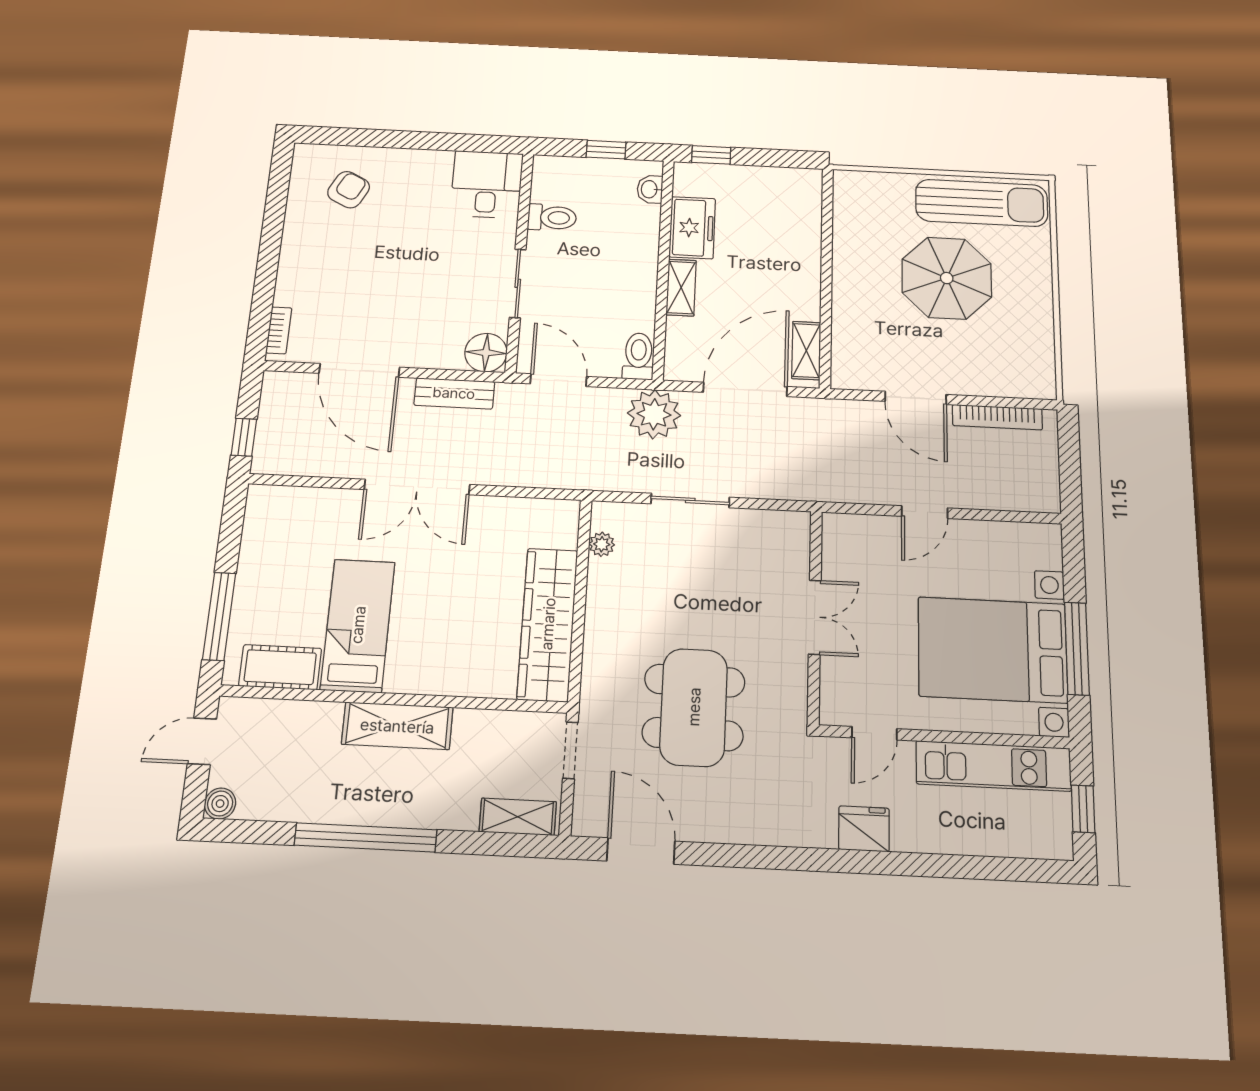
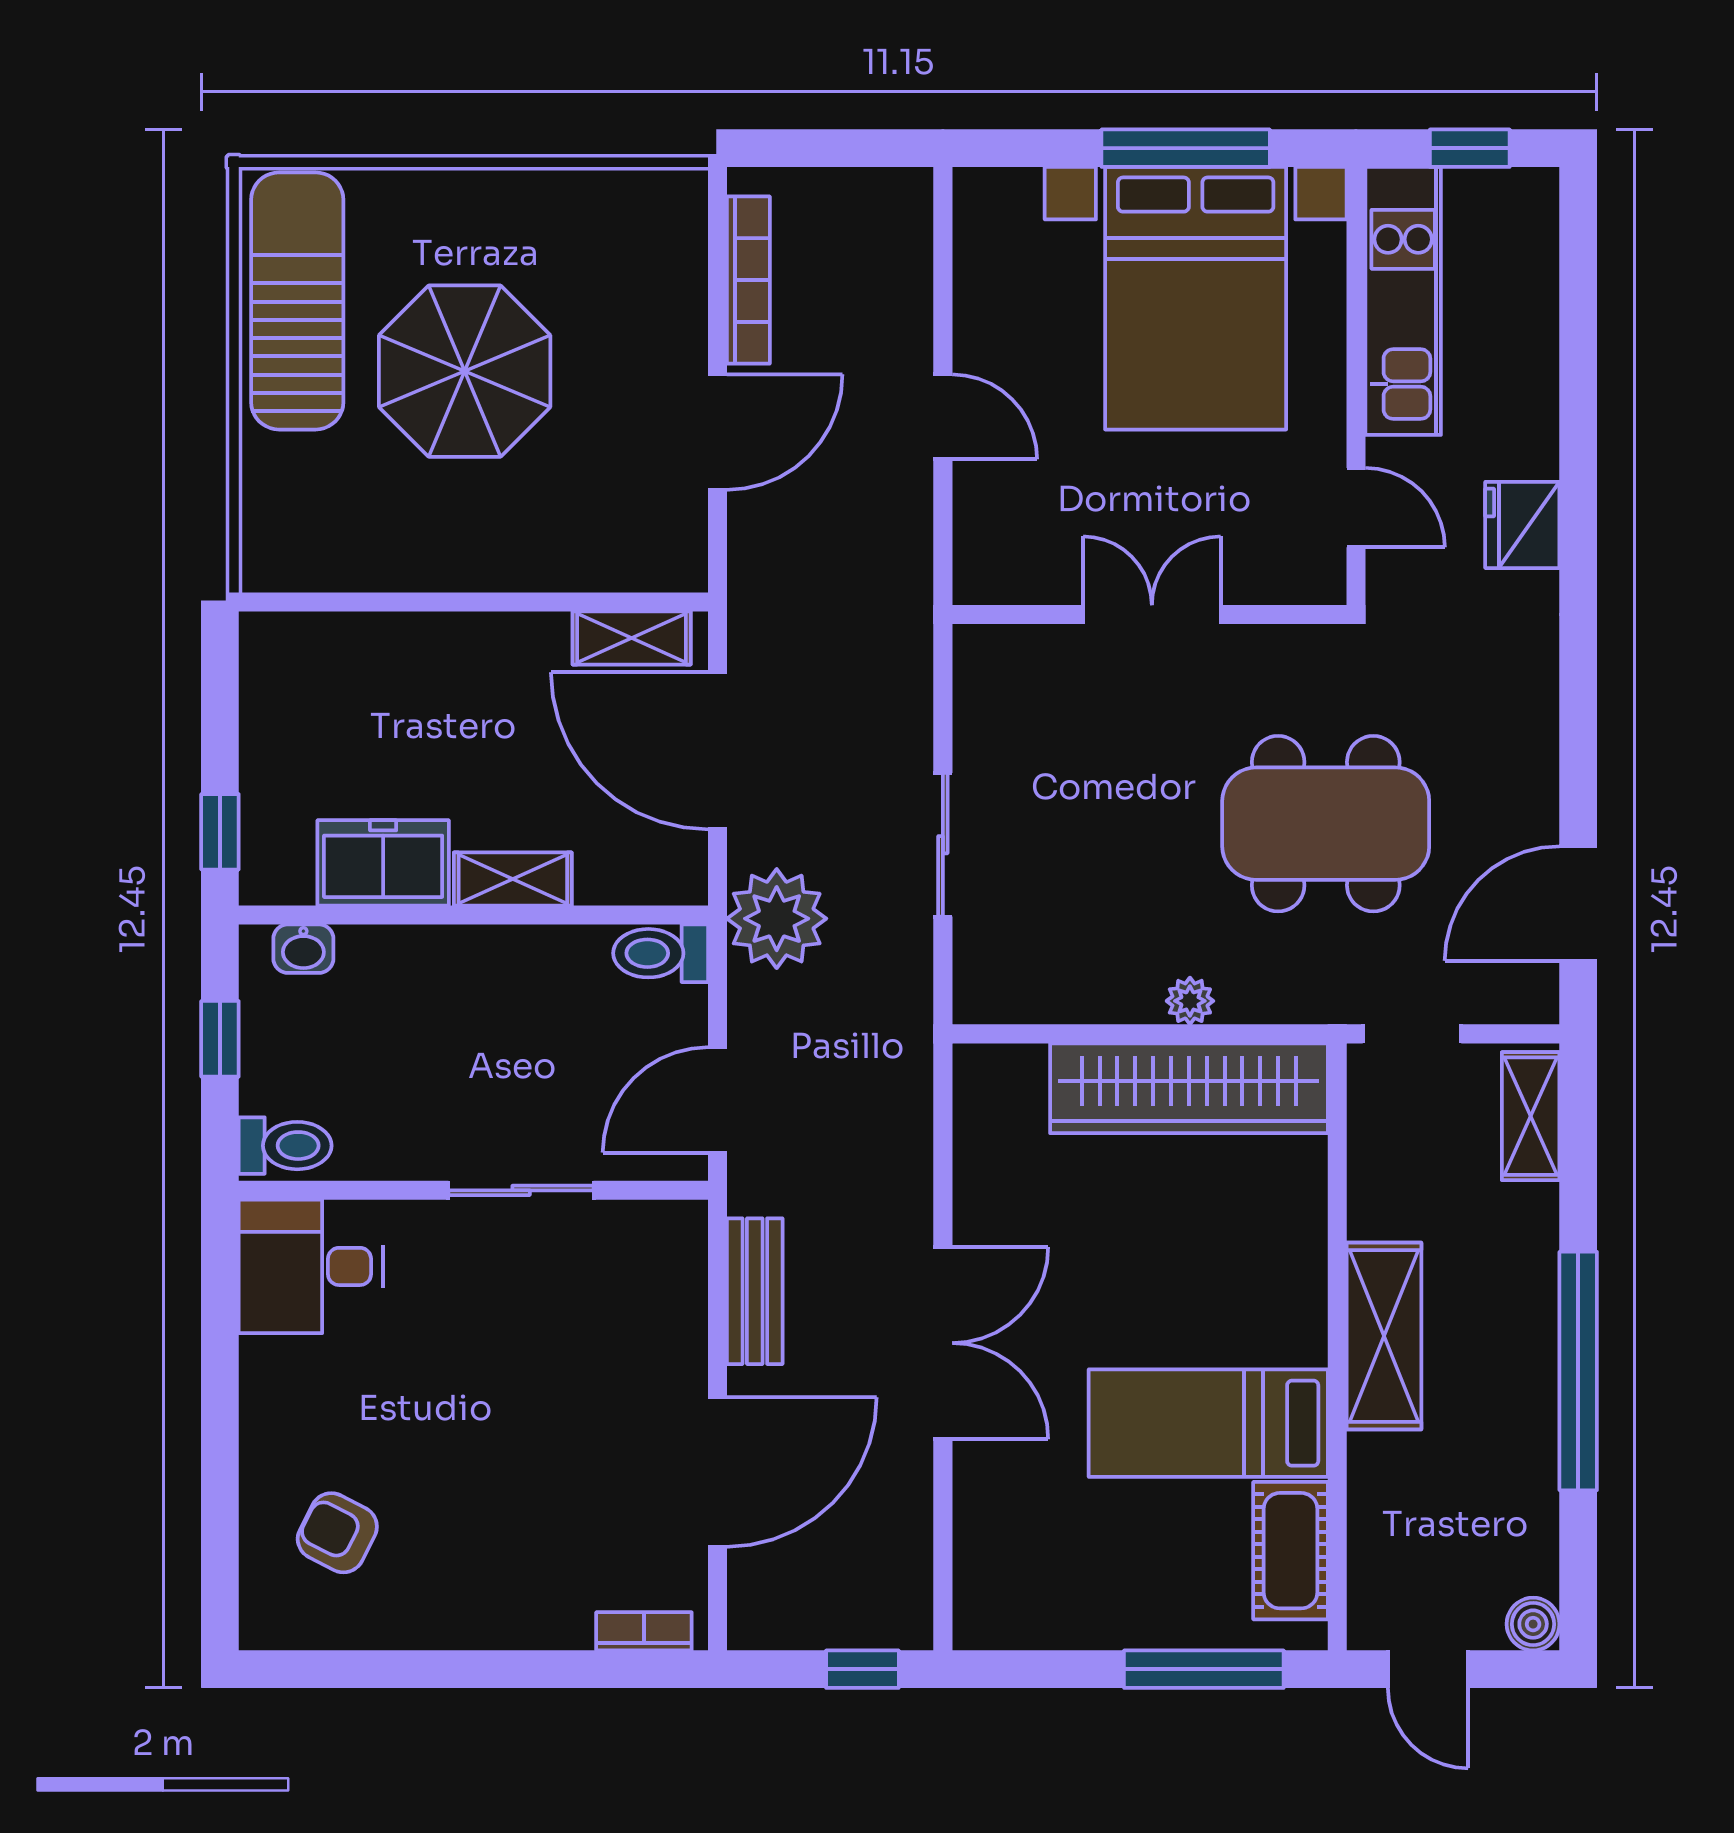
toilet: (552, 218) -> (285, 1146), moved, turned 90
floor lamp: (486, 353) -> (669, 1239), removed
plant: (602, 544) -> (1190, 1001), moved

